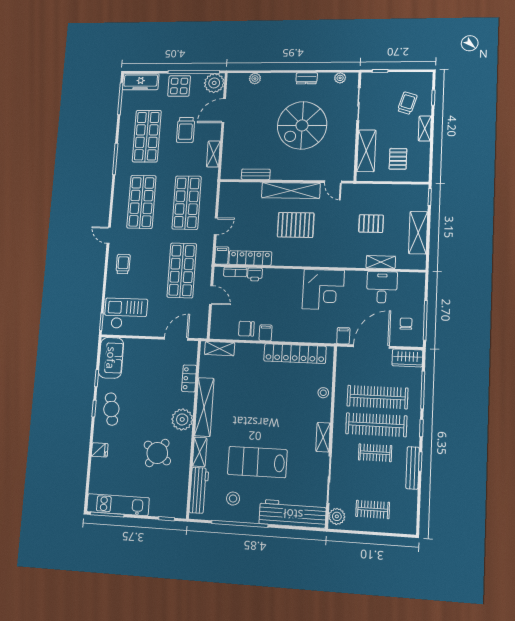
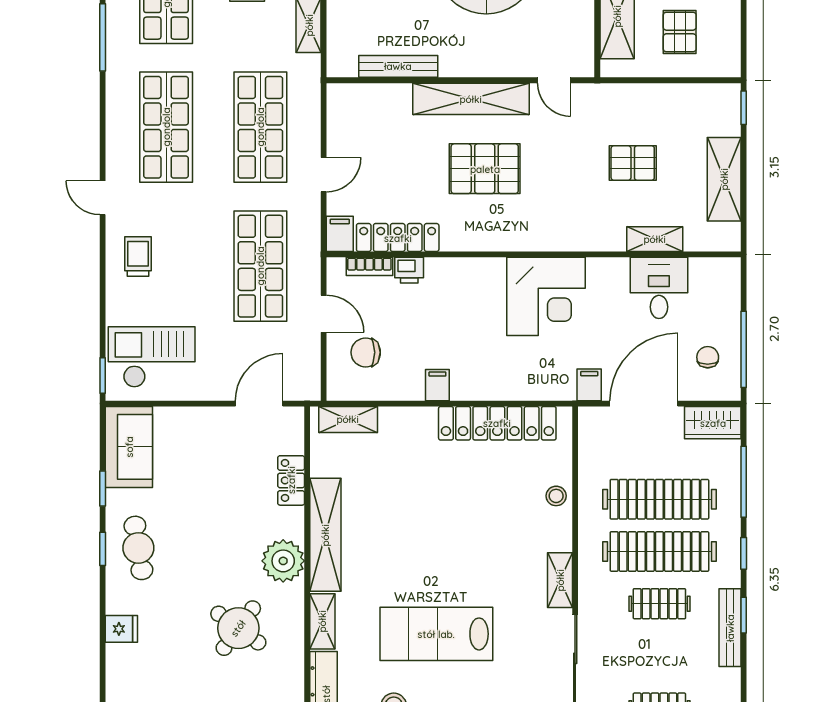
bench: (256, 174) -> (398, 66), width x1.36
chair: (246, 329) -> (366, 352), moved

